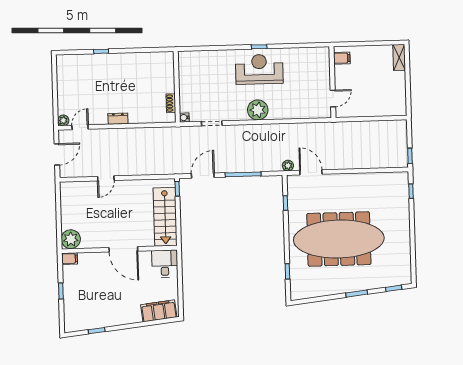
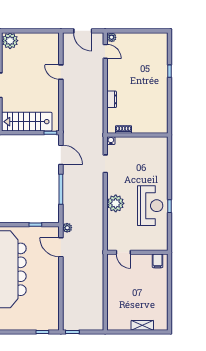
filing cabinet: (342, 58) -> (158, 261), moved
shelving: (399, 58) -> (142, 325), moved
wall: (332, 82) -> (137, 252), moved
door: (333, 98) -> (123, 252), moved
dresser: (118, 119) -> (112, 99), moved
door: (311, 172) -> (61, 247), swing flipped

